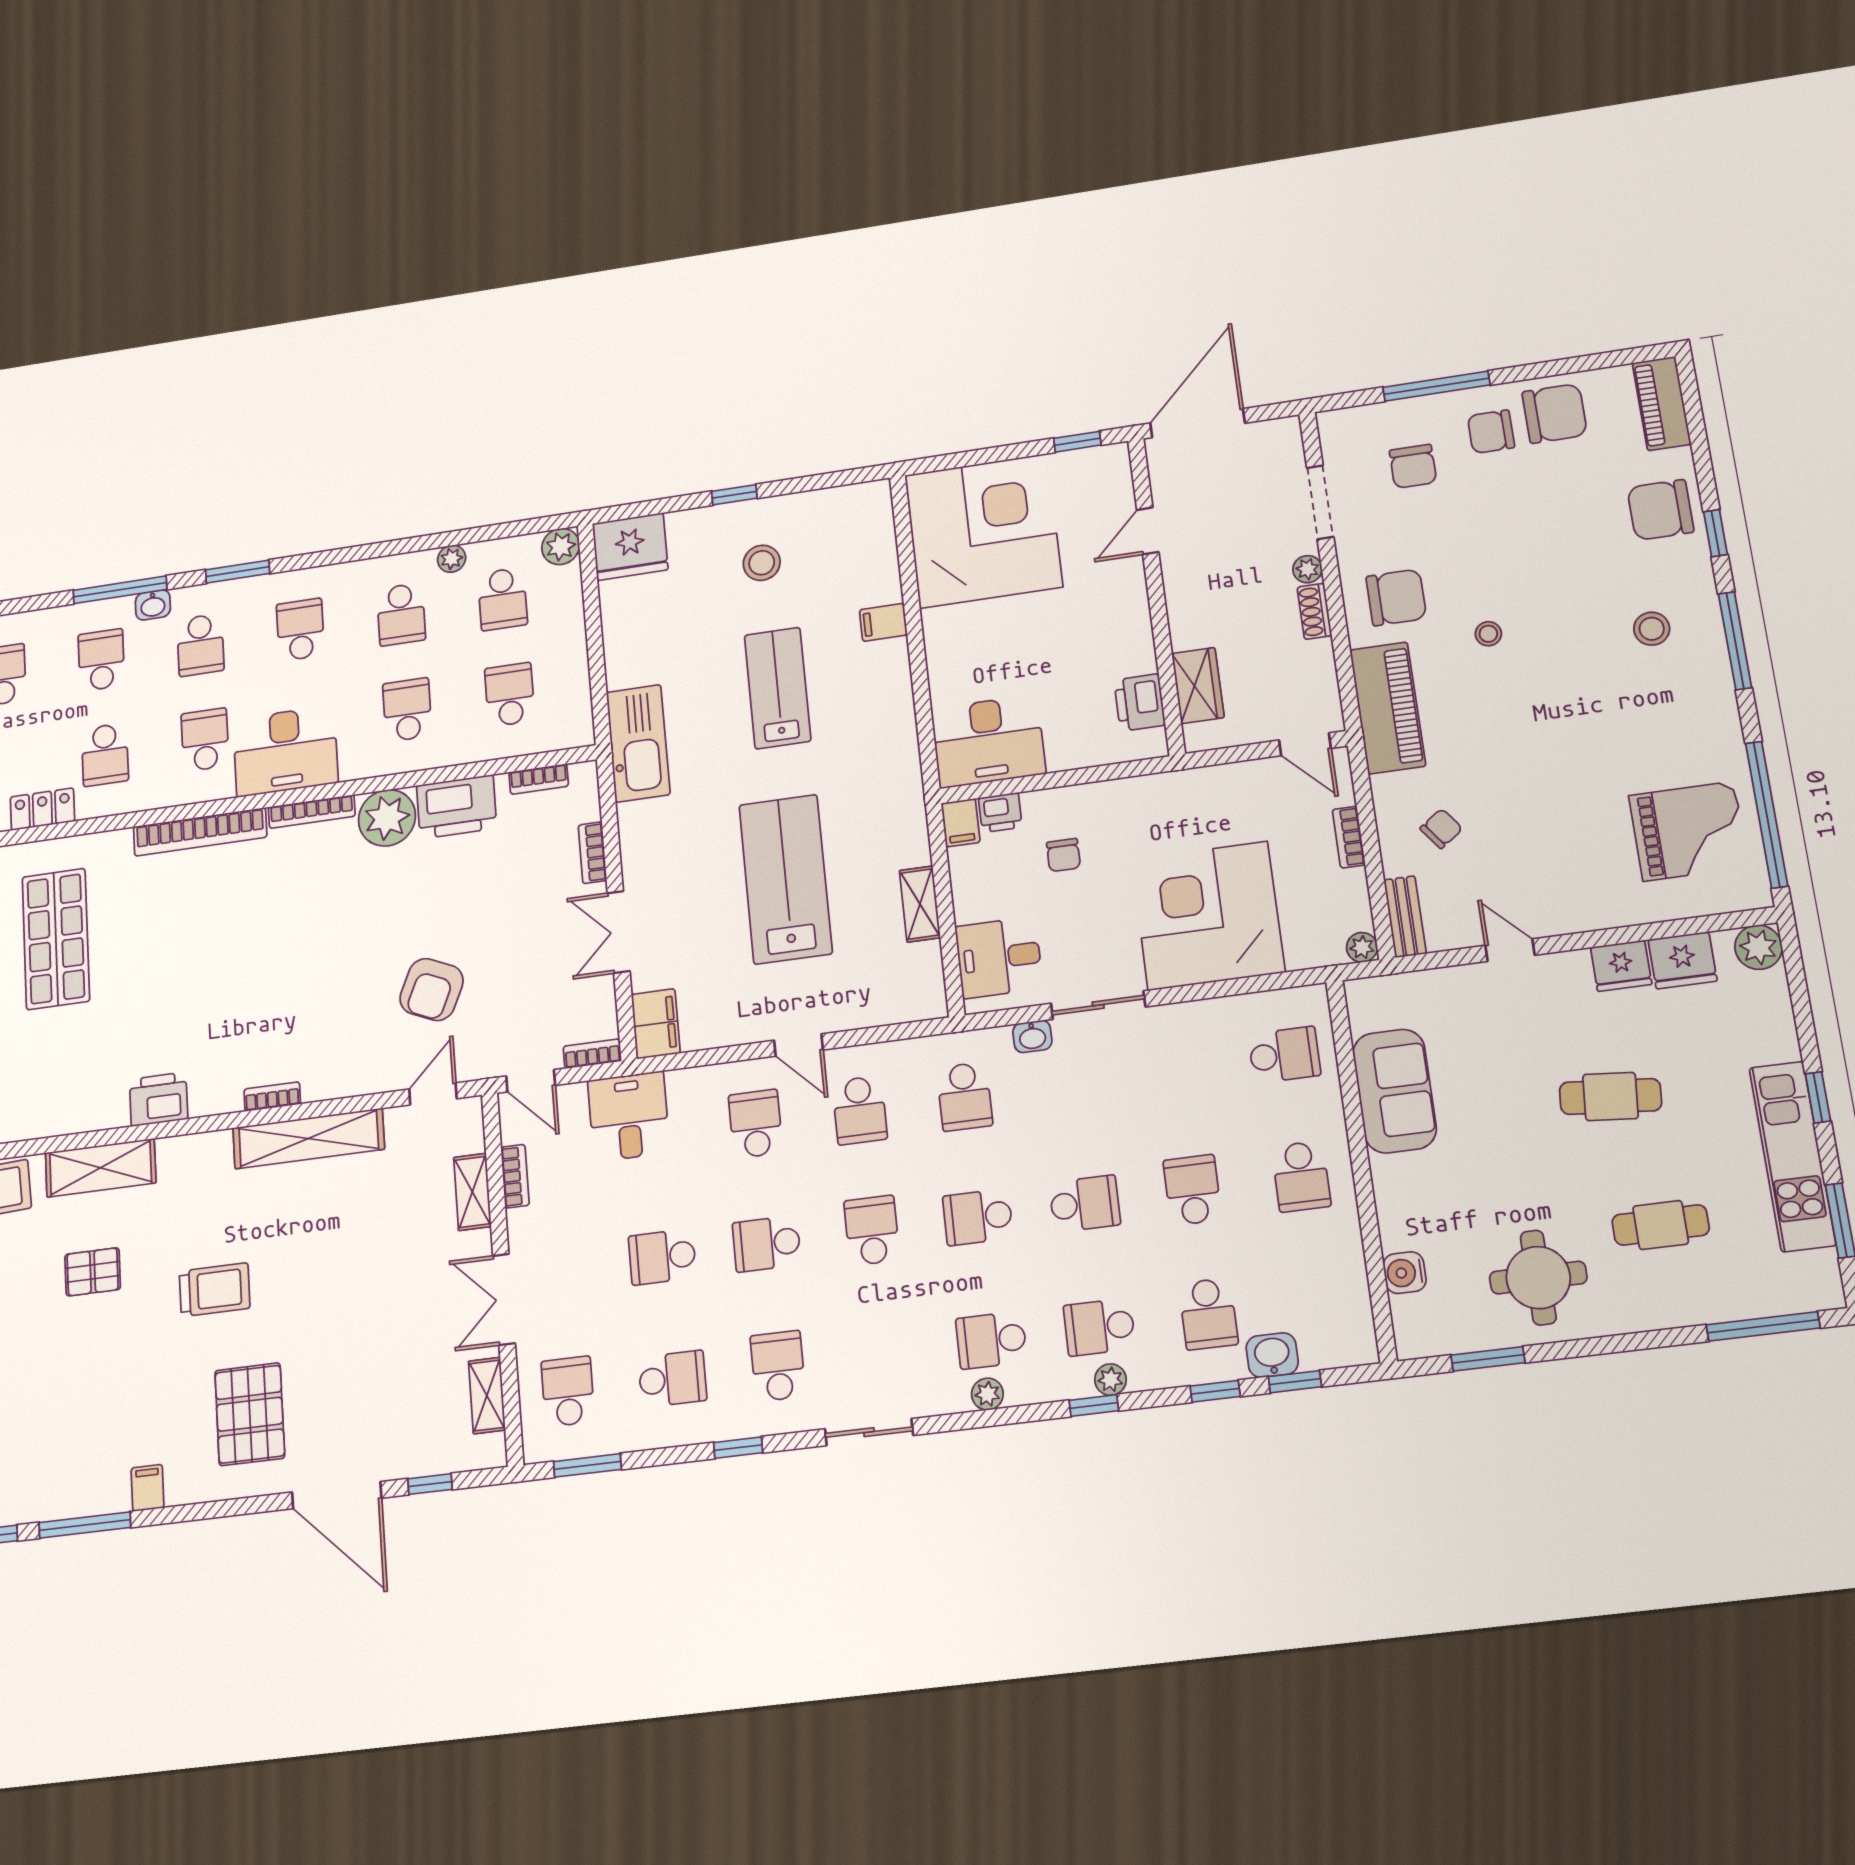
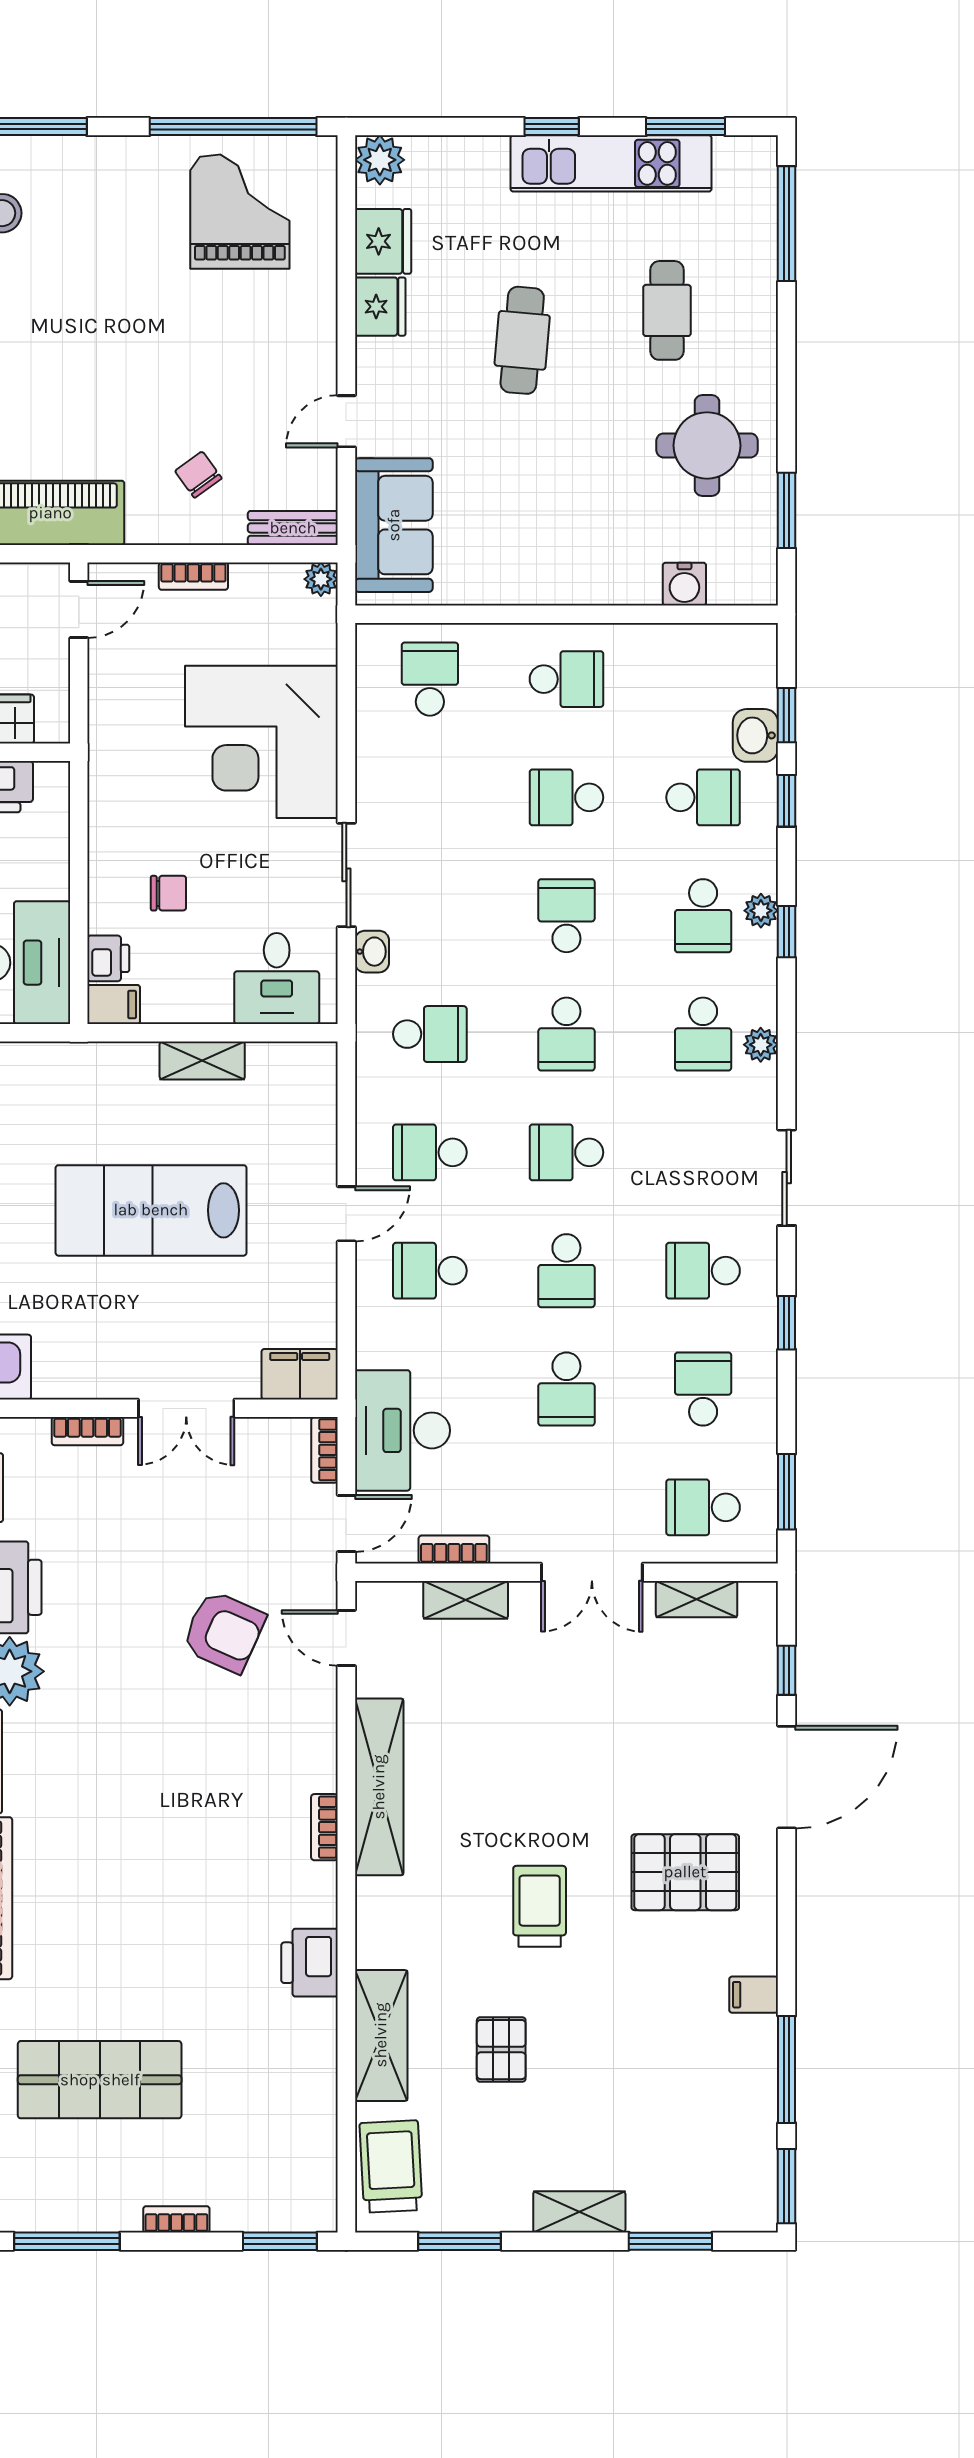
sofa: (1394, 1091) -> (394, 525), moved, turned 90
school desk: (860, 1110) -> (430, 1152), turned 180
desk: (629, 1116) -> (402, 1430), width x1.37

